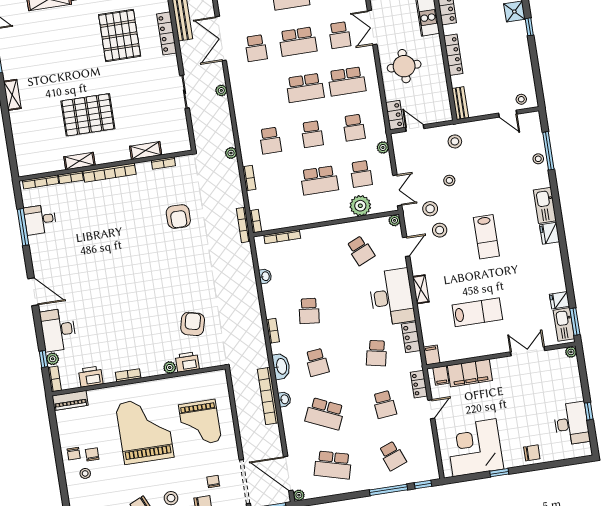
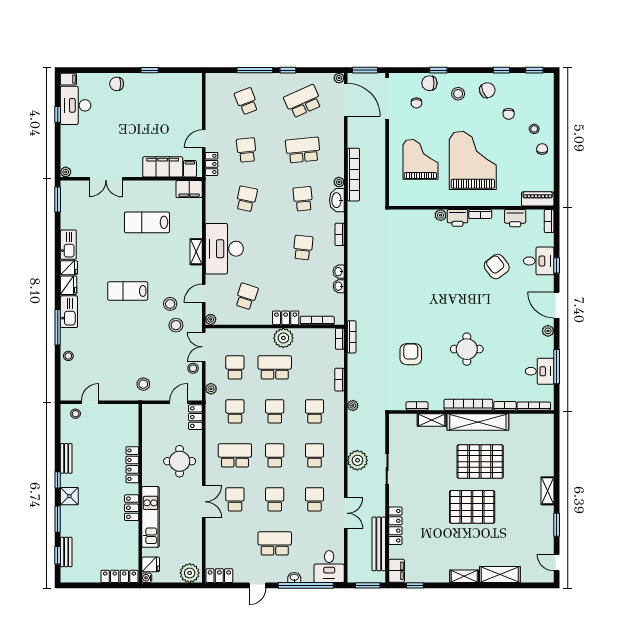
pallet: (120, 35) -> (472, 507), moved, turned 90
double door: (221, 39) -> (346, 513), width x0.73
school desk: (298, 42) -> (275, 499), width x0.54
school desk: (305, 88) -> (275, 455), width x0.54
plant: (221, 90) -> (357, 460), width x1.87, depth x1.87
school desk: (263, 94) -> (314, 455), added
bench: (460, 103) -> (66, 458), moved
door: (508, 114) -> (90, 402), hinge flipped
door: (415, 128) -> (179, 402), swing flipped
window: (548, 151) -> (58, 327), moved
shelving: (79, 161) -> (478, 422), width x2.20, depth x1.33
stool: (449, 180) -> (193, 368), moved
plant: (360, 206) -> (283, 338), moved
round table: (120, 231) -> (467, 349), added
lab bench: (486, 237) -> (128, 291), turned -90
school desk: (361, 250) -> (246, 296), turned 42
fridge: (560, 300) -> (69, 268), moved
armchair: (193, 324) -> (497, 267), moved, turned 129
kitchen sink: (564, 324) -> (68, 245), moved
desk: (58, 330) -> (539, 261), width x0.73
locker: (411, 337) -> (286, 318), moved, turned -90
filing cabinet: (432, 355) -> (189, 189), width x2.00
window: (43, 359) -> (557, 265), moved
plant: (53, 359) -> (548, 331), moved
printer: (187, 362) -> (458, 218), moved
plant: (282, 386) -> (339, 182), added
washbasin: (284, 399) -> (339, 272), moved
school desk: (325, 414) -> (303, 150), turned -30
grand piano: (145, 430) -> (473, 160), turned 180
corner desk: (475, 448) -> (169, 97), removed
filing cabinet: (583, 450) -> (68, 79), added
chair: (92, 454) -> (509, 114), moved
school desk: (333, 465) -> (303, 101), turned -39
window: (423, 485) -> (288, 70), moved

